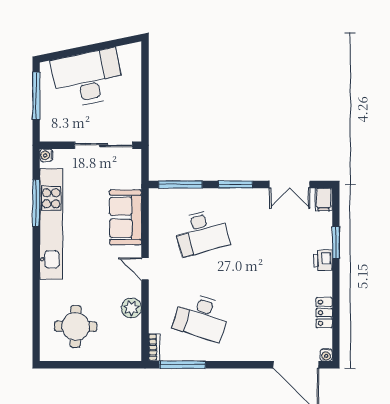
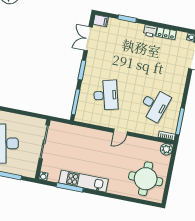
double door: (290, 185) -> (88, 39), swing flipped
sofa: (126, 217) -> (88, 137), removed
kitchen unit: (51, 224) -> (84, 181), width x0.73
printer: (323, 260) -> (150, 31), moved
plant: (131, 308) -> (166, 149), moved
round table: (76, 326) -> (146, 179), width x1.36, depth x1.36

